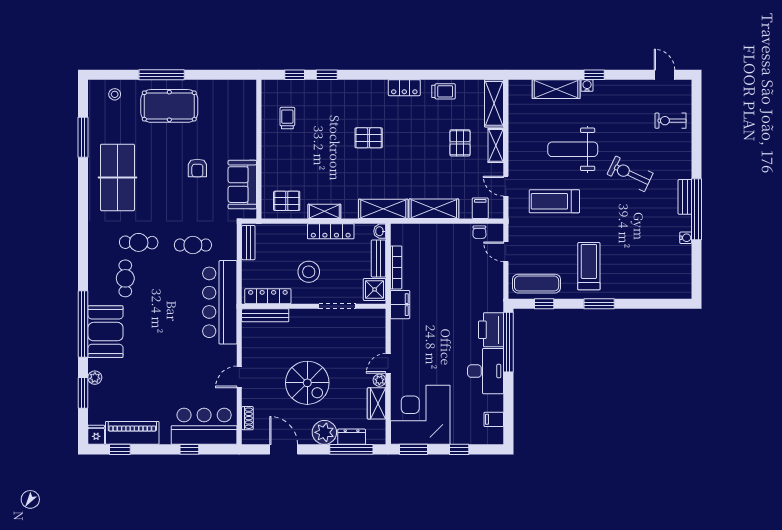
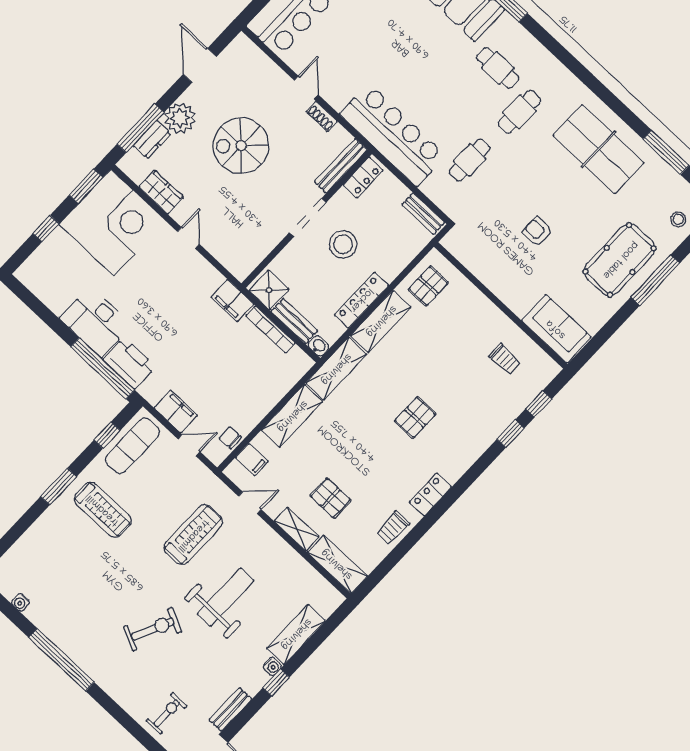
sofa: (242, 185) -> (556, 329), moved
bench: (685, 197) -> (230, 709), moved, turned 90
shelving: (324, 211) -> (381, 321), width x1.50, depth x1.33
water cooler: (686, 238) -> (20, 602), moved
locker: (268, 296) -> (363, 178), width x0.66
doorway: (337, 306) -> (308, 218), moved
plant: (379, 380) -> (180, 215), removed
shoe rack: (247, 418) -> (322, 117), moved
filing cabinet: (494, 419) -> (176, 412), moved, width x2.00
door: (284, 449) -> (200, 65), swing flipped

